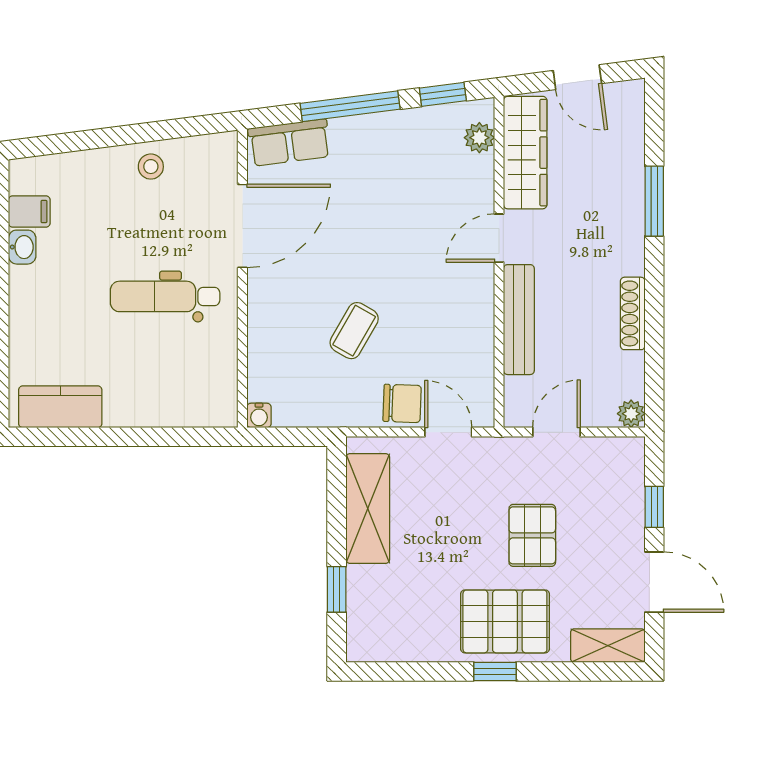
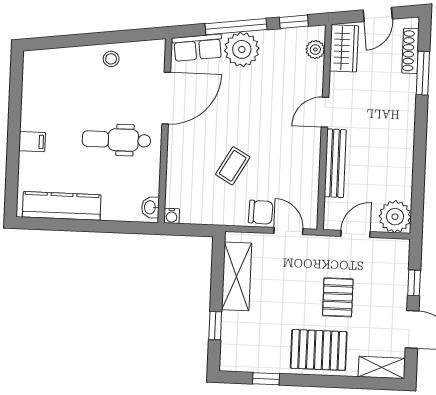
door: (577, 77) -> (378, 15), hinge flipped
plant: (361, 142) -> (242, 49), added
wardrobe: (525, 153) -> (344, 48), width x0.67
window: (654, 201) -> (423, 73), moved
filing cabinet: (29, 211) -> (32, 142), moved
washbasin: (22, 247) -> (150, 207), moved, turned 180
shoe rack: (633, 313) -> (410, 51), moved
kitchen counter: (60, 407) -> (62, 206), width x1.50
plant: (631, 414) -> (395, 217), width x1.88, depth x1.88
window: (495, 671) -> (266, 379), moved

